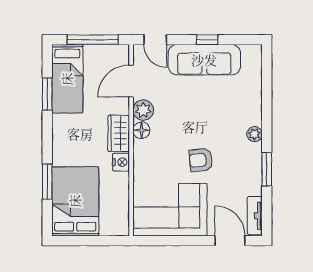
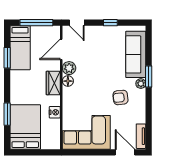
sofa: (204, 60) -> (136, 54), moved, turned 90
armchair: (201, 160) -> (120, 97), moved
nightstand: (121, 162) -> (55, 112), moved
window: (267, 169) -> (149, 76), moved

